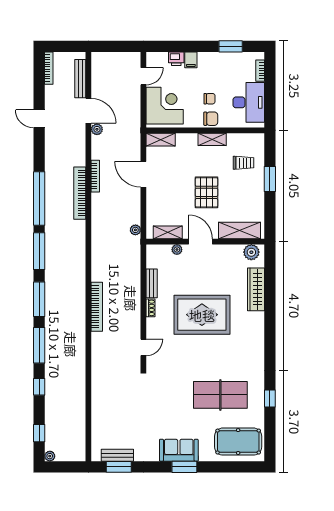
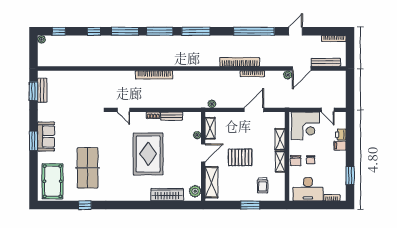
shelving: (161, 140) -> (280, 139), moved
window: (39, 199) -> (254, 31), moved

